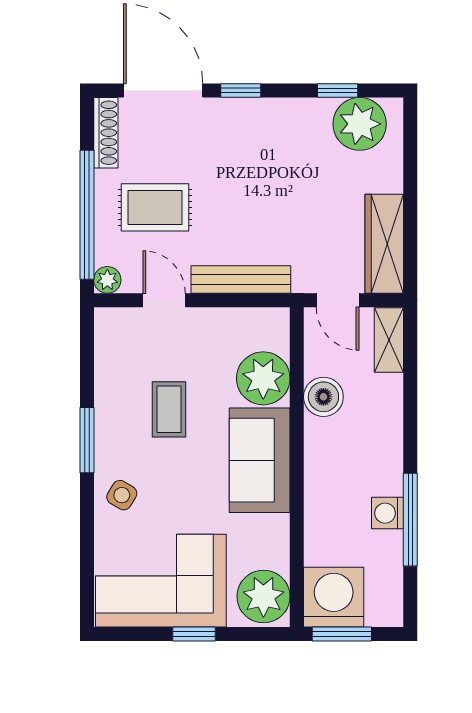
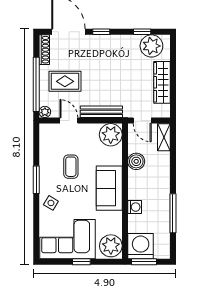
wardrobe: (384, 244) -> (162, 82), moved
plant: (263, 378) -> (111, 135), moved
washing machine: (388, 513) -> (135, 207), moved, turned 180

